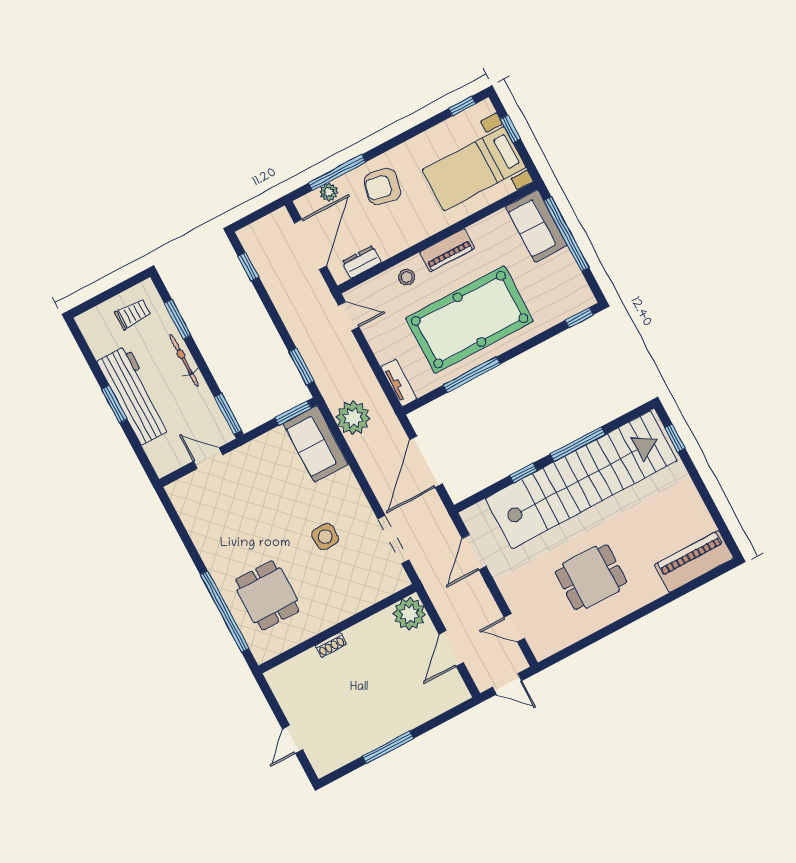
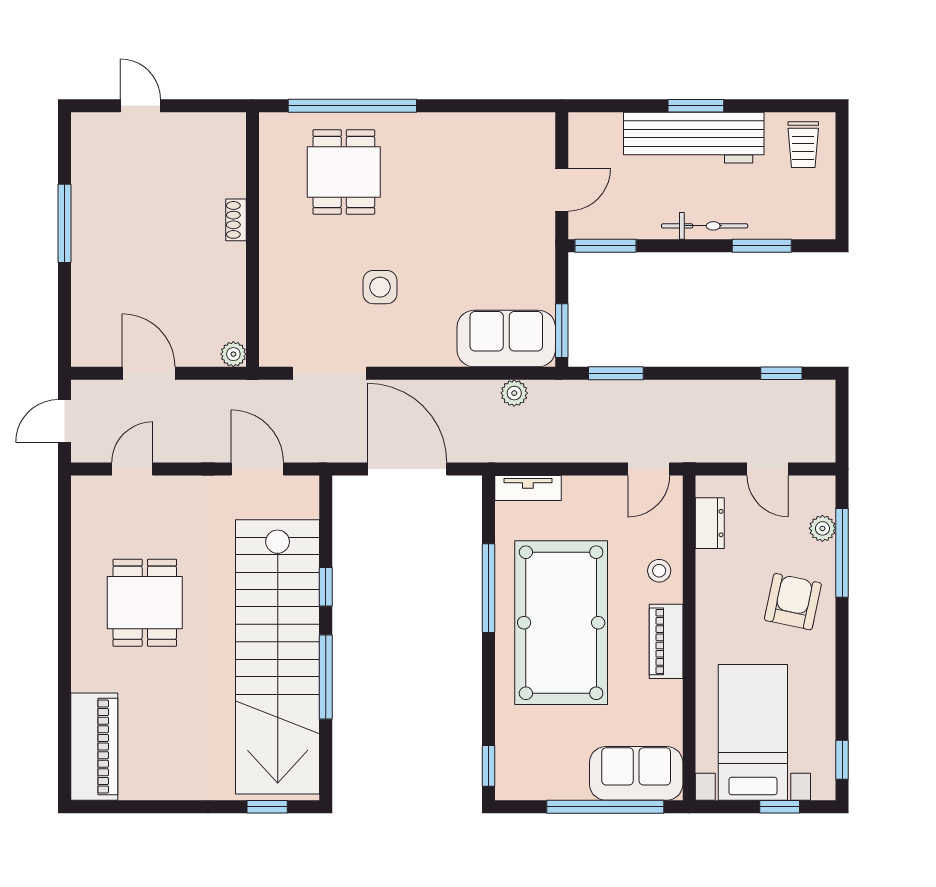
door: (310, 244) -> (768, 469), width x0.53
trolley: (133, 314) -> (803, 145), moved
plant: (353, 418) -> (514, 393), width x0.53, depth x0.53
dining table: (267, 595) -> (344, 172), turned 90
plant: (409, 614) -> (233, 354), width x0.53, depth x0.53

